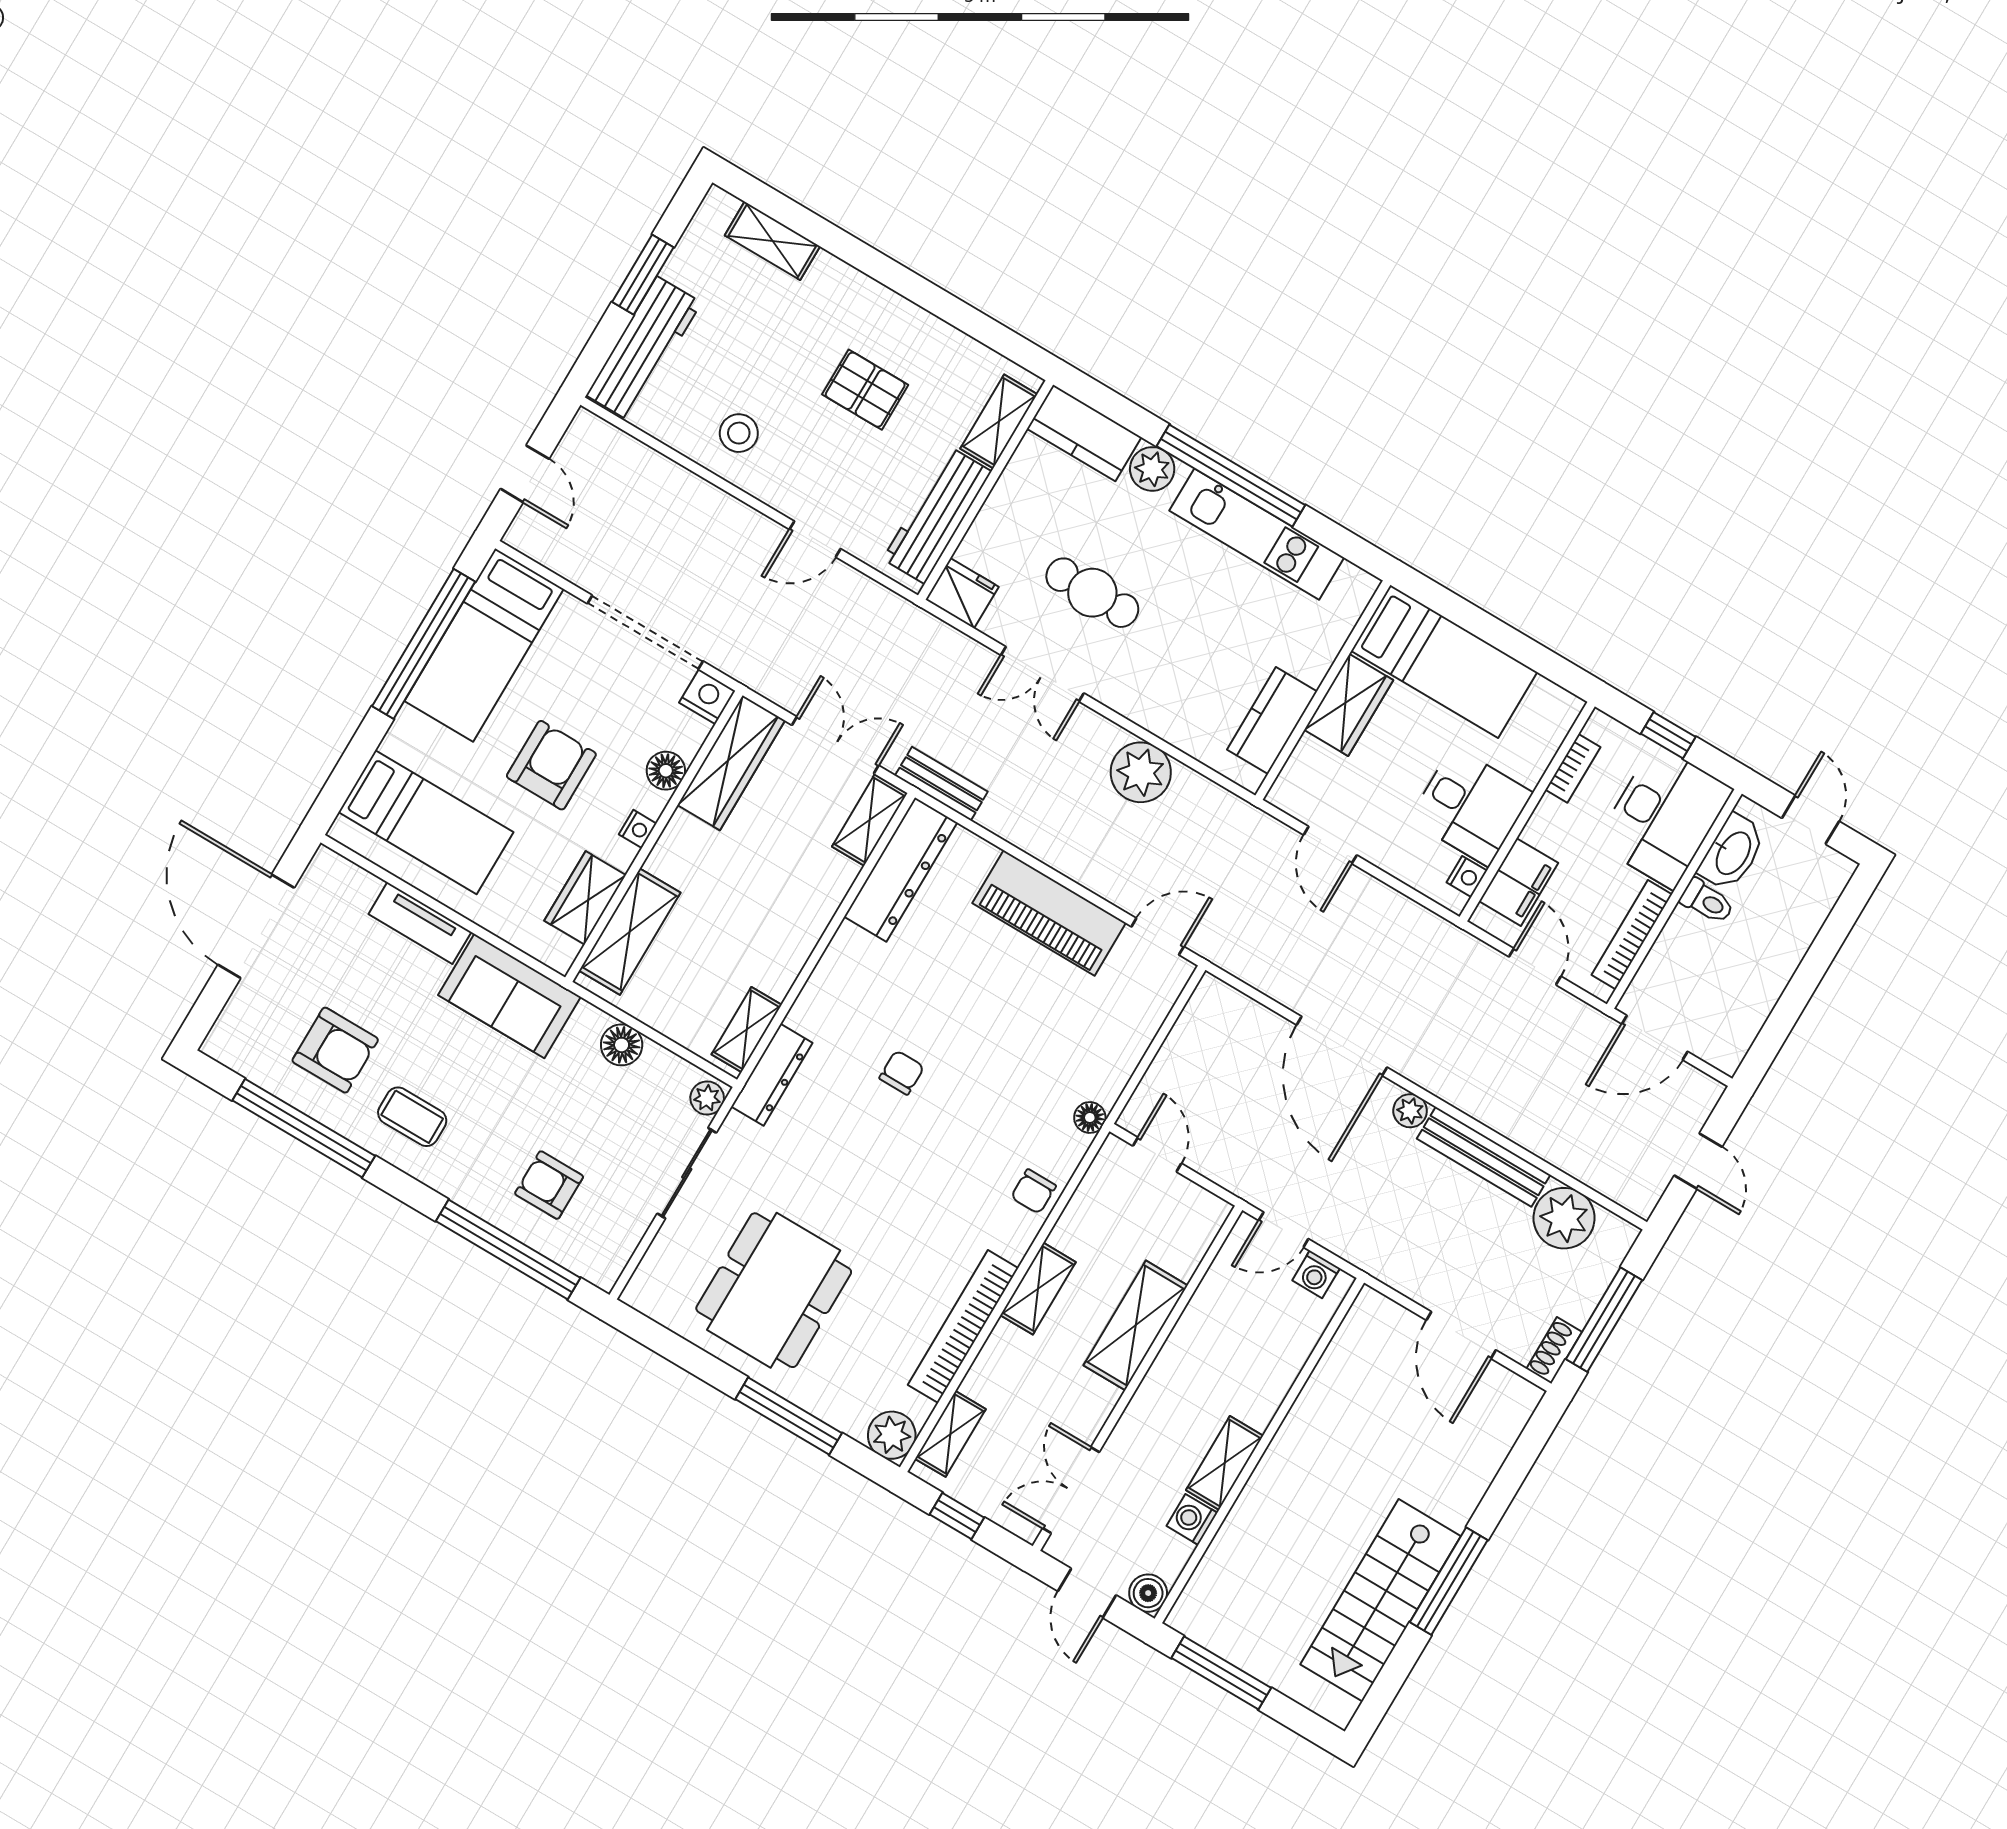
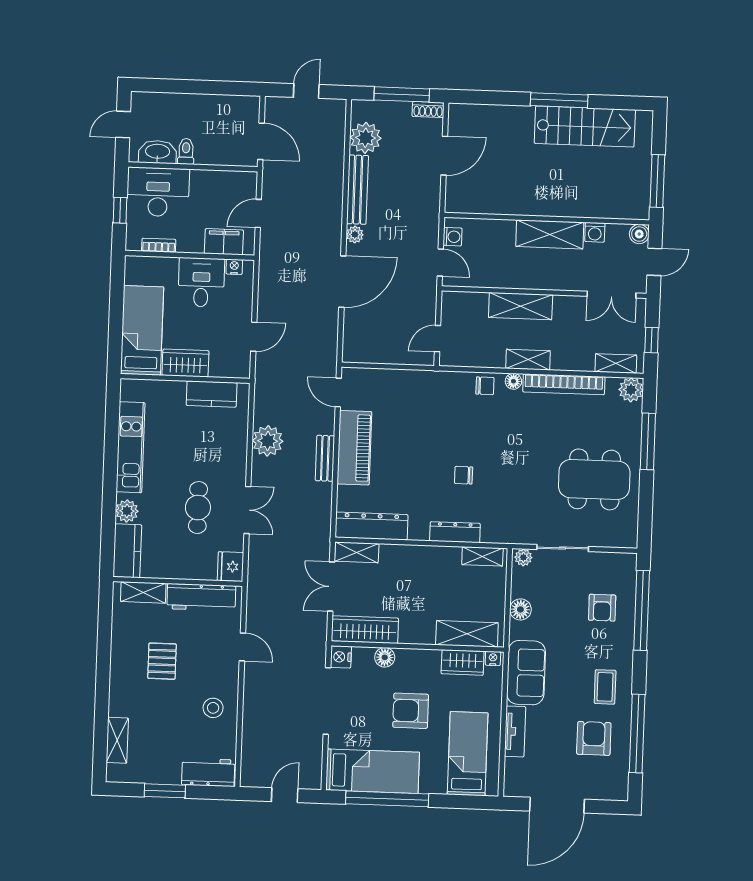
workbench: (644, 349) -> (208, 772), width x0.73
window: (1231, 476) -> (110, 473), removed
bench: (941, 784) -> (325, 458), moved
nightstand: (638, 829) -> (493, 658), moved
bookcase: (1632, 935) -> (220, 177), removed
dresser: (772, 1075) -> (455, 532), moved
floor lamp: (1090, 1117) -> (513, 381), moved
shelving: (1225, 1463) -> (550, 234), width x1.50, depth x1.33

